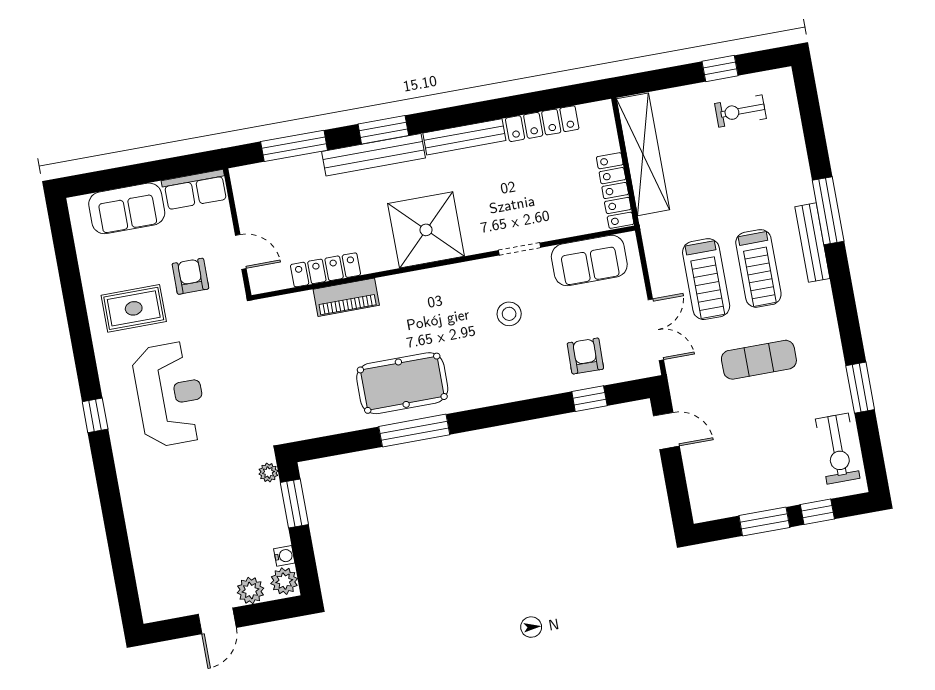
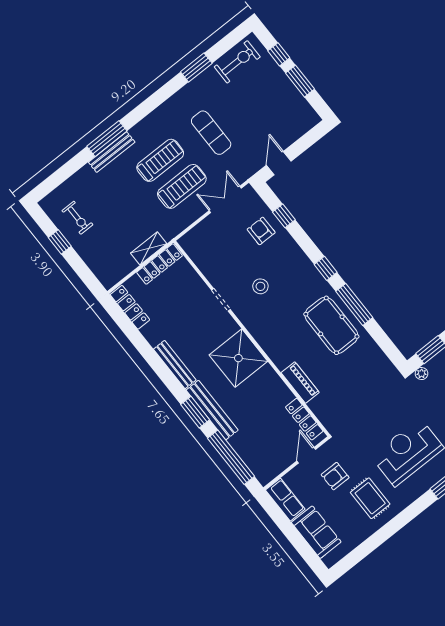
locker: (542, 124) -> (130, 307), moved
window: (294, 146) -> (231, 457), width x1.46
shelving: (643, 154) -> (149, 248), width x0.45, depth x0.75
bench: (812, 243) -> (112, 152), moved
sofa: (589, 260) -> (206, 257), removed
locker: (325, 270) -> (304, 419), moved
armchair: (585, 356) -> (261, 231), turned 89
window: (486, 418) -> (326, 268), added

